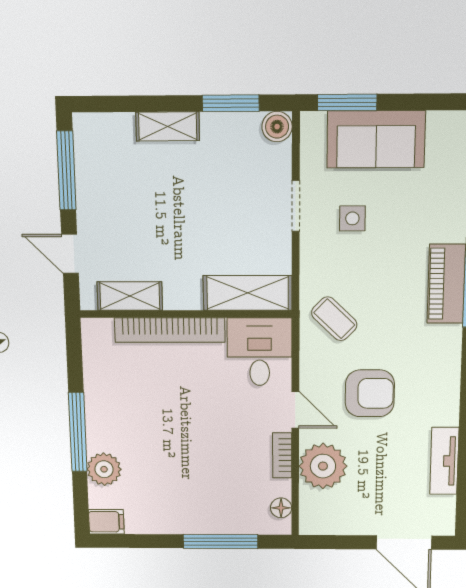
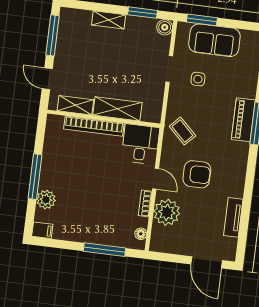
shelving: (248, 293) -> (117, 109), moved

